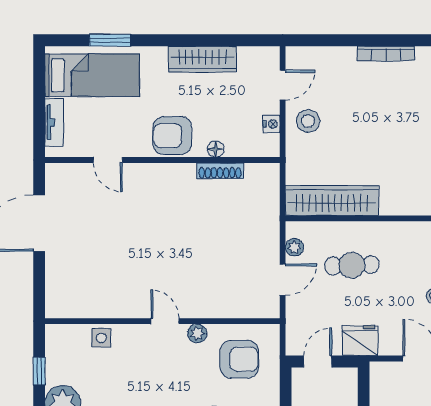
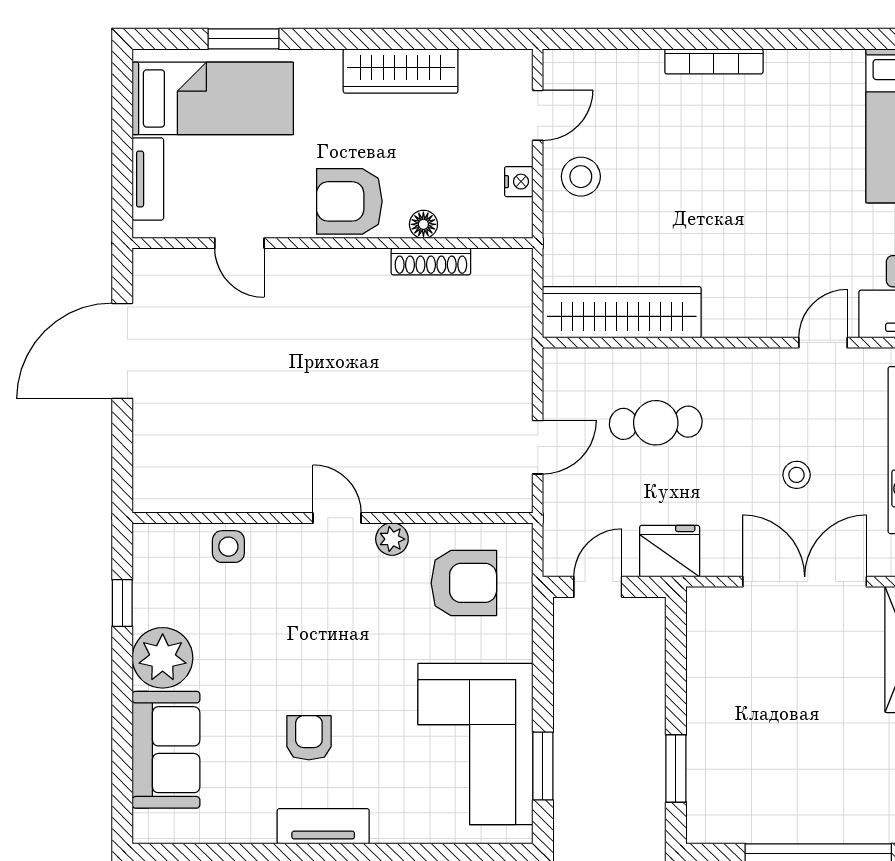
plant: (294, 247) -> (558, 392), removed

